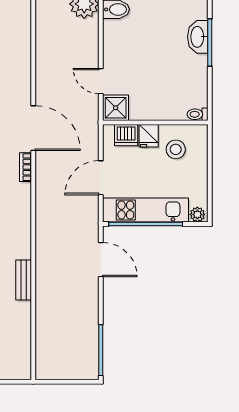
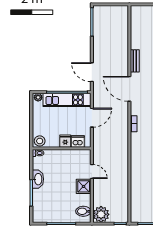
washbasin: (198, 37) -> (38, 179), moved
shower: (116, 108) -> (84, 186), moved
door: (33, 128) -> (129, 89), moved
stool: (176, 149) -> (40, 141), moved

